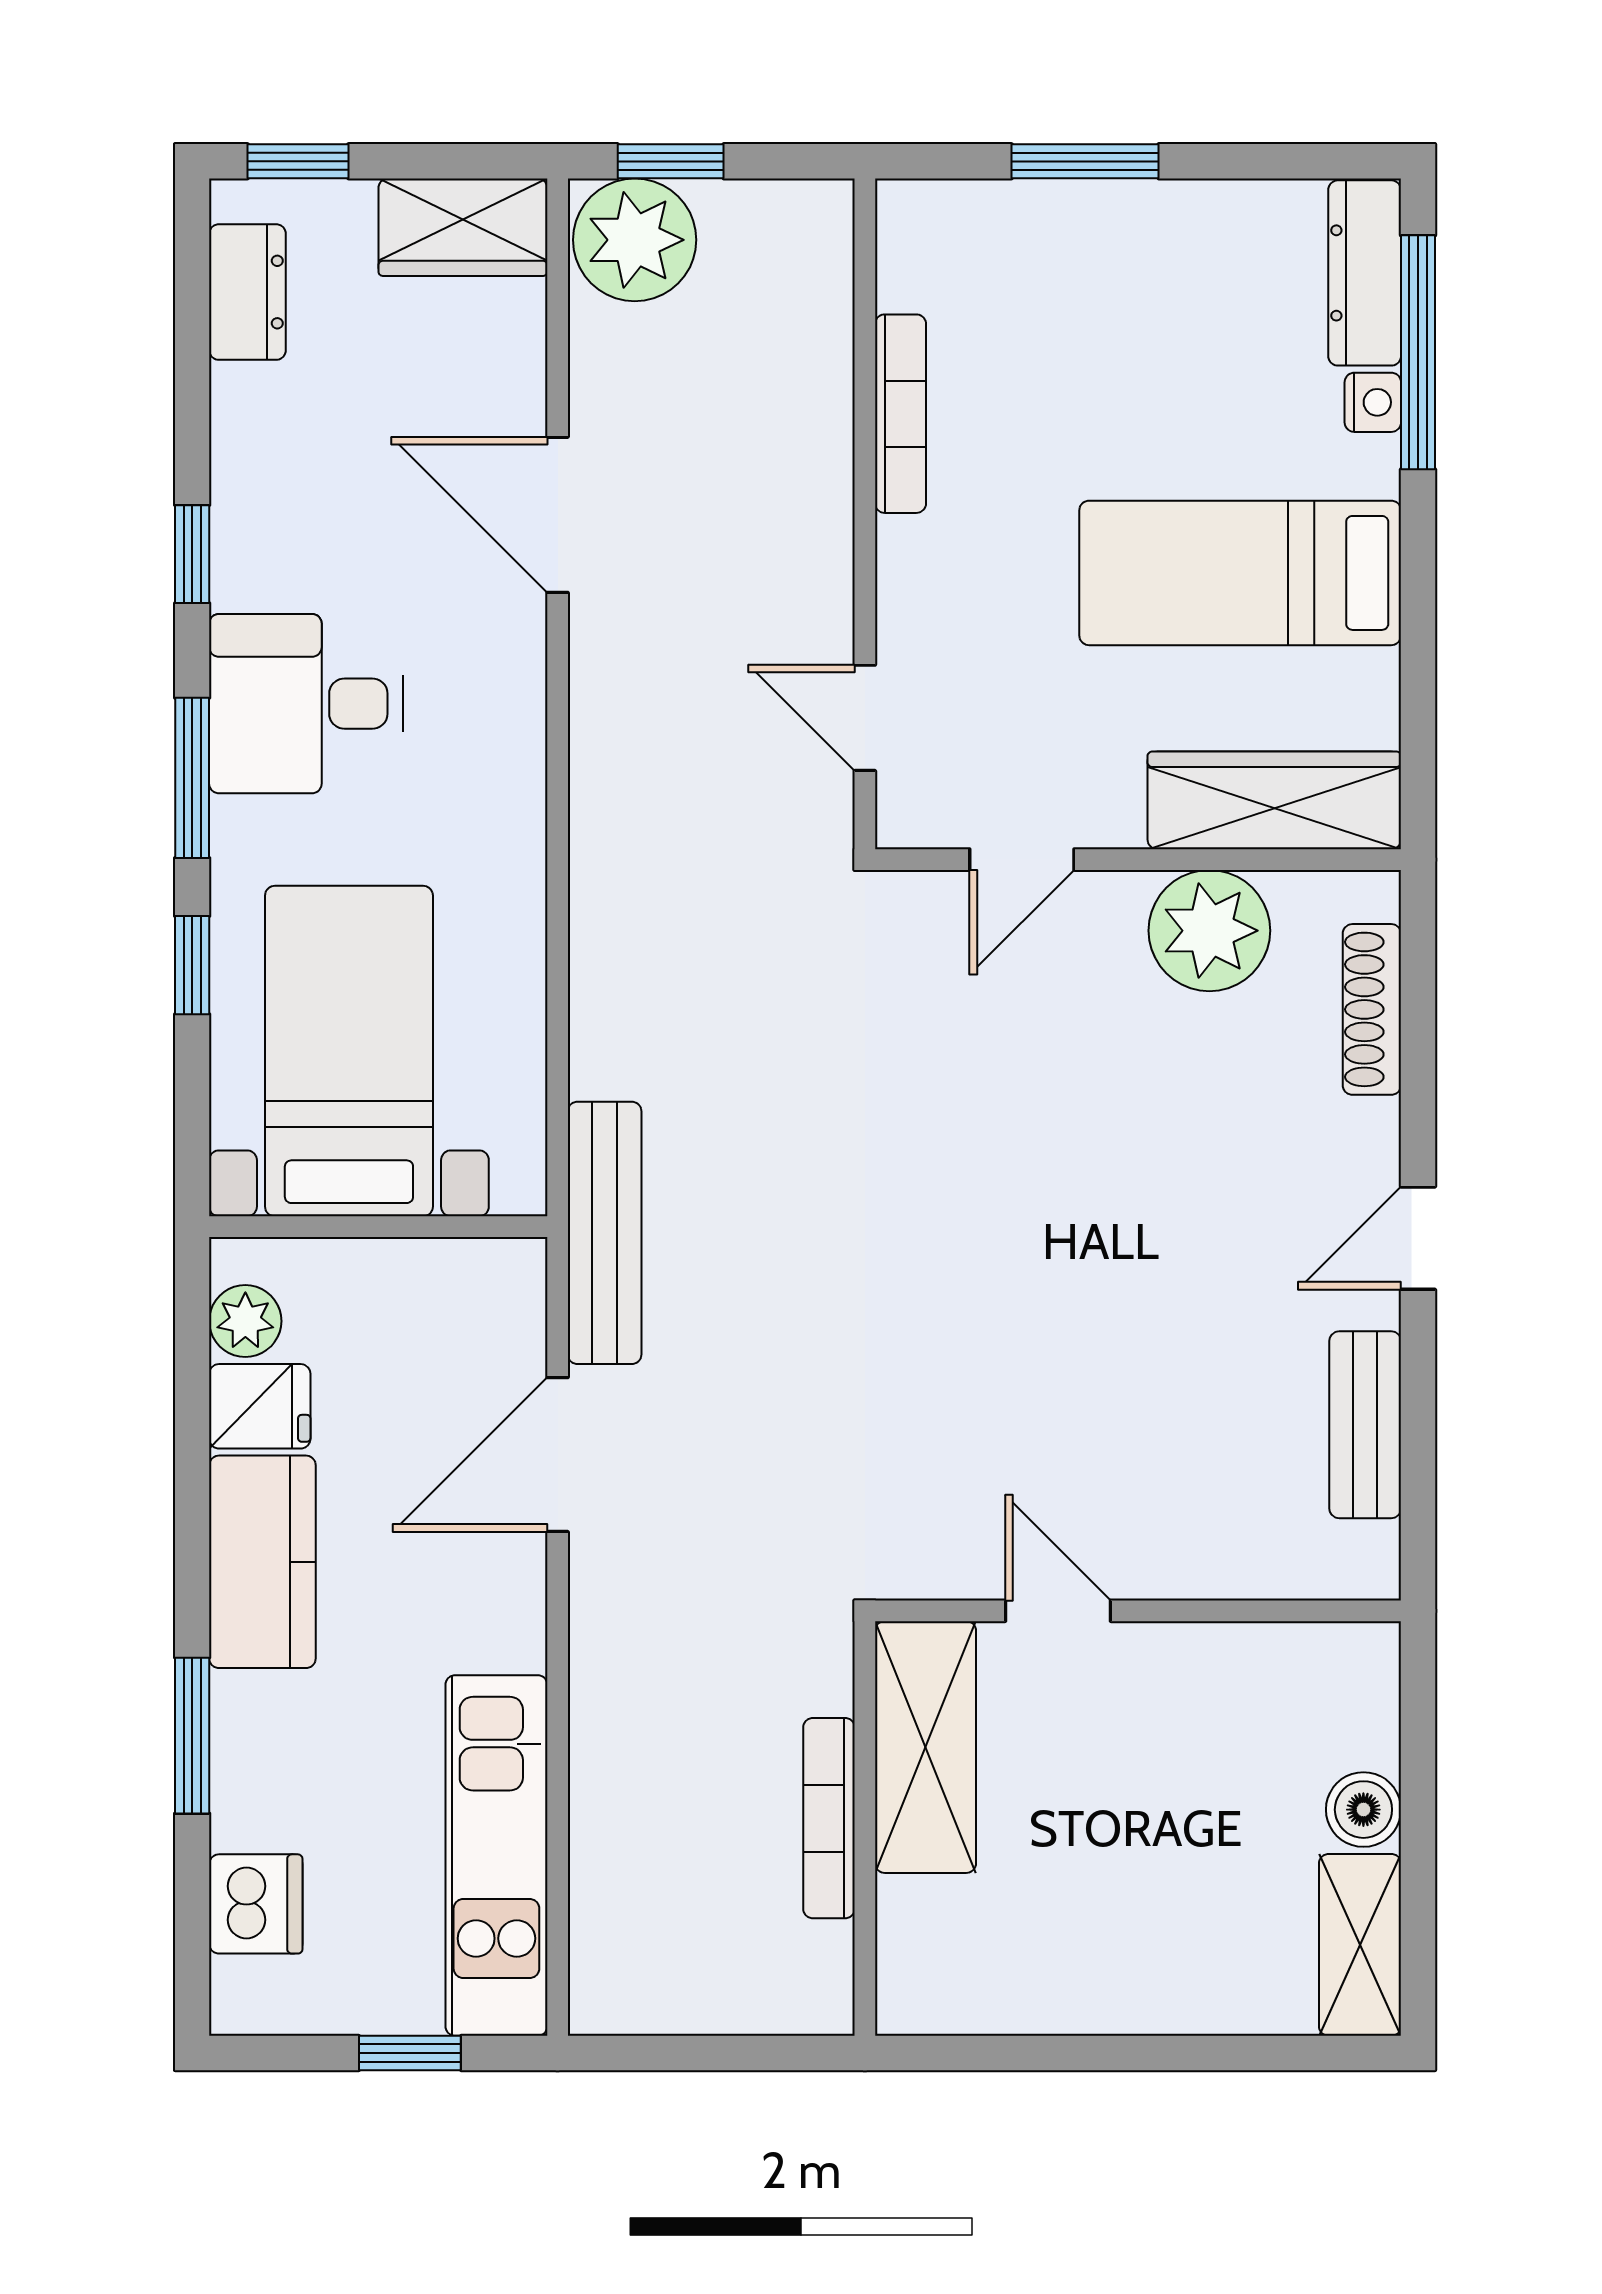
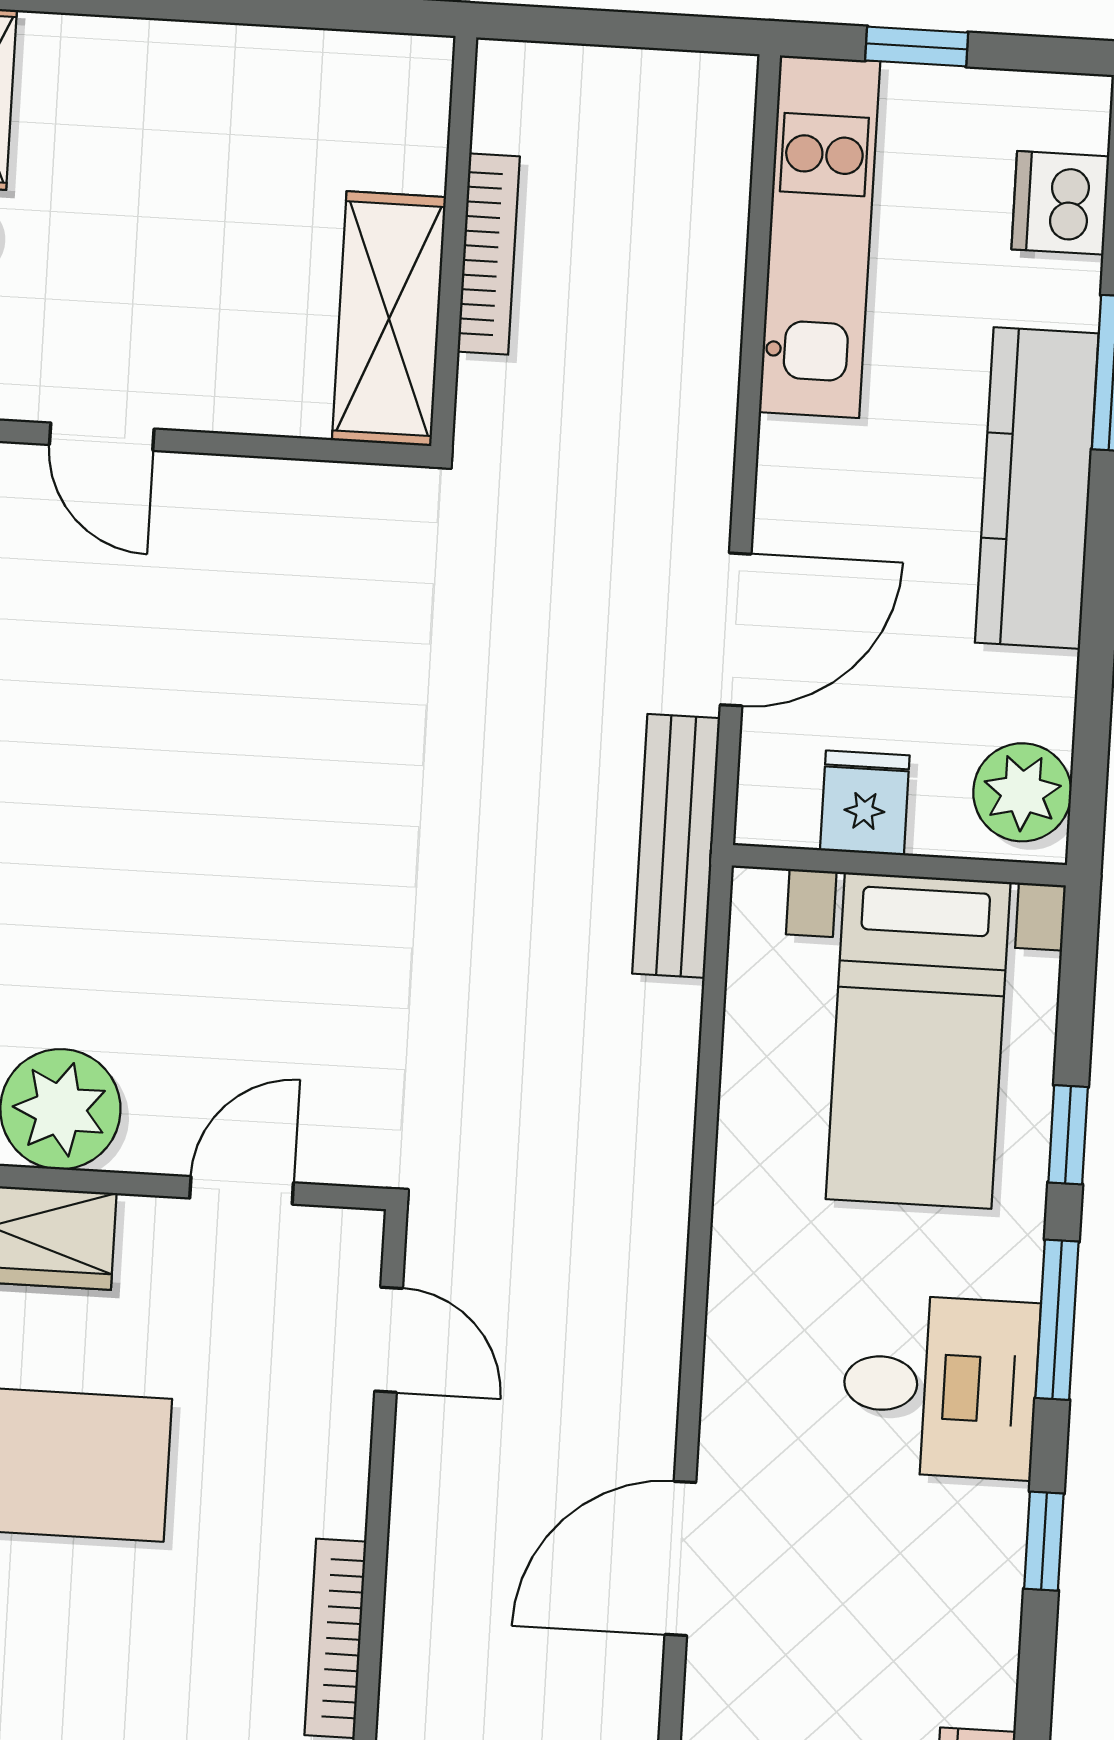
door: (558, 515) -> (680, 1558), swing flipped
plant: (245, 1321) -> (1022, 792), width x1.38, depth x1.38
fridge: (260, 1406) -> (865, 803), moved, turned 90
kitchen counter: (262, 1562) -> (1037, 488), width x1.50
door: (1058, 1611) -> (102, 437), moved

